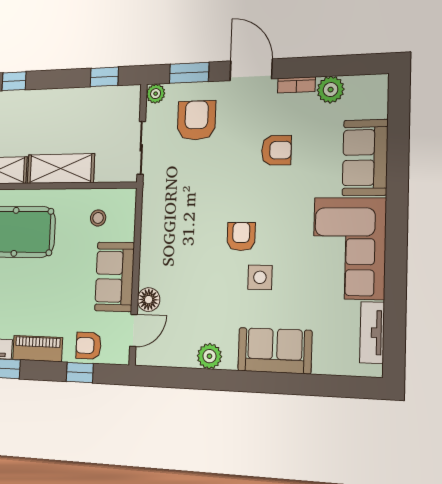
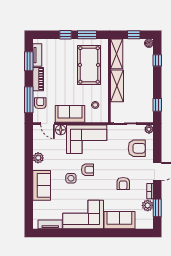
window: (189, 73) -> (157, 208), moved
corner sofa: (172, 238) -> (87, 139), added
window: (80, 373) -> (29, 100), width x2.17

